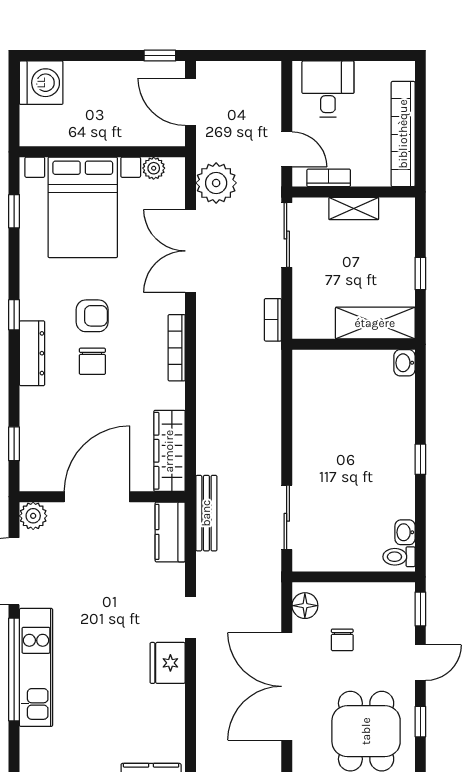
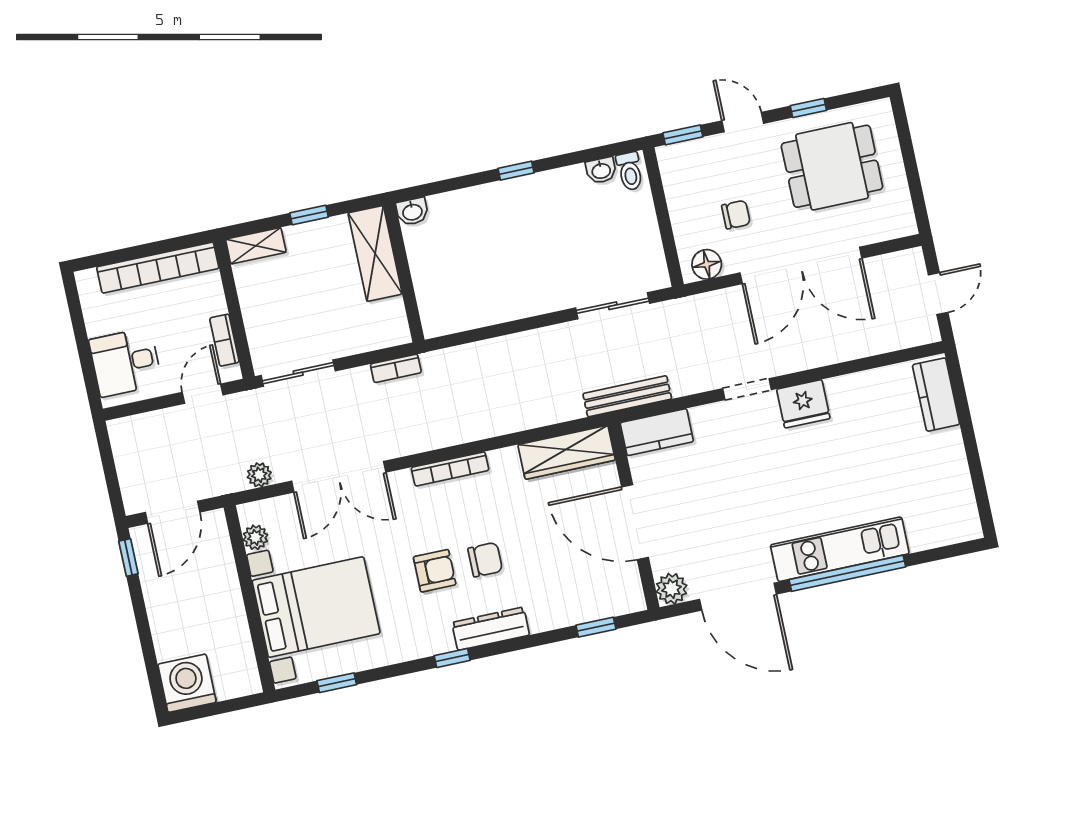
plant: (216, 183) -> (259, 475), width x0.53, depth x0.53
shelving: (354, 209) -> (256, 246), moved, turned 90
armchair: (92, 316) -> (435, 571), turned 90

